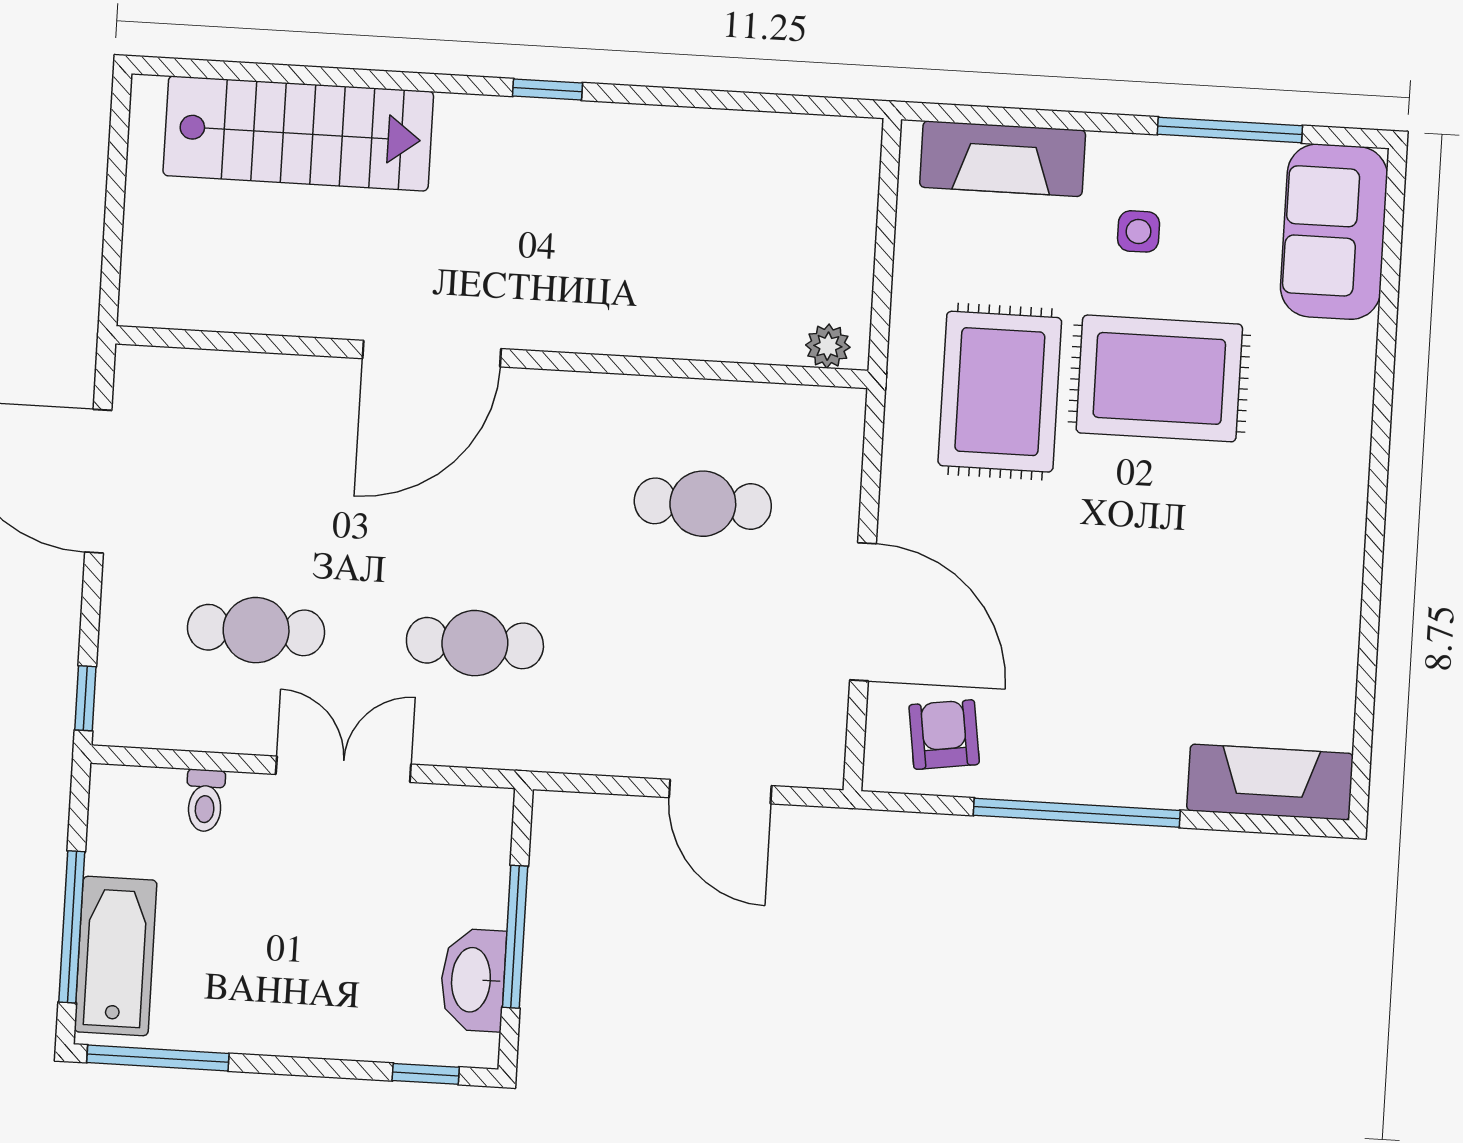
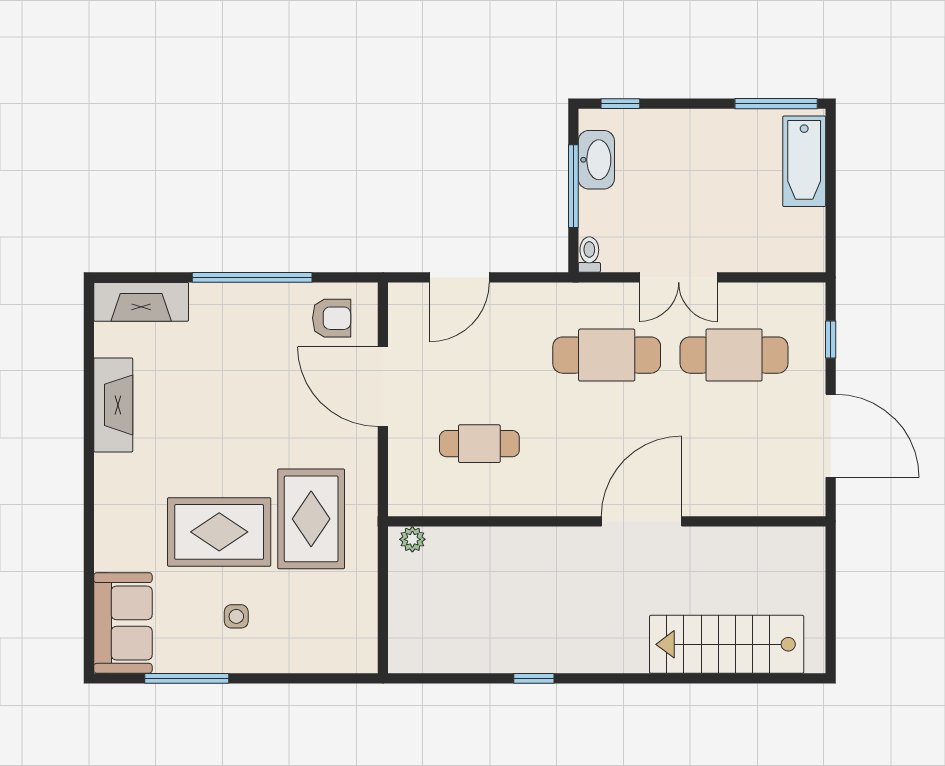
window: (548, 90) -> (534, 678), moved
fireplace: (1003, 159) -> (113, 405), moved, turned 90
cafe table: (256, 630) -> (734, 355), width x1.37, depth x1.35
cafe table: (475, 643) -> (607, 355), width x1.37, depth x1.35
window: (85, 698) -> (831, 340), moved
armchair: (944, 735) -> (332, 318), turned -82
door: (720, 792) -> (459, 277), swing flipped
toilet: (205, 800) -> (589, 254), moved
window: (72, 927) -> (831, 177), removed

